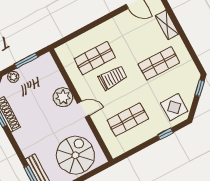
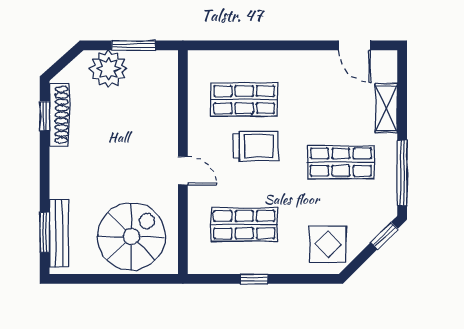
window: (192, 52) -> (402, 173), added
plant: (13, 77) -> (108, 69), width x1.88, depth x1.88
plant: (63, 97) -> (161, 134), removed
window: (165, 134) -> (254, 279), moved

